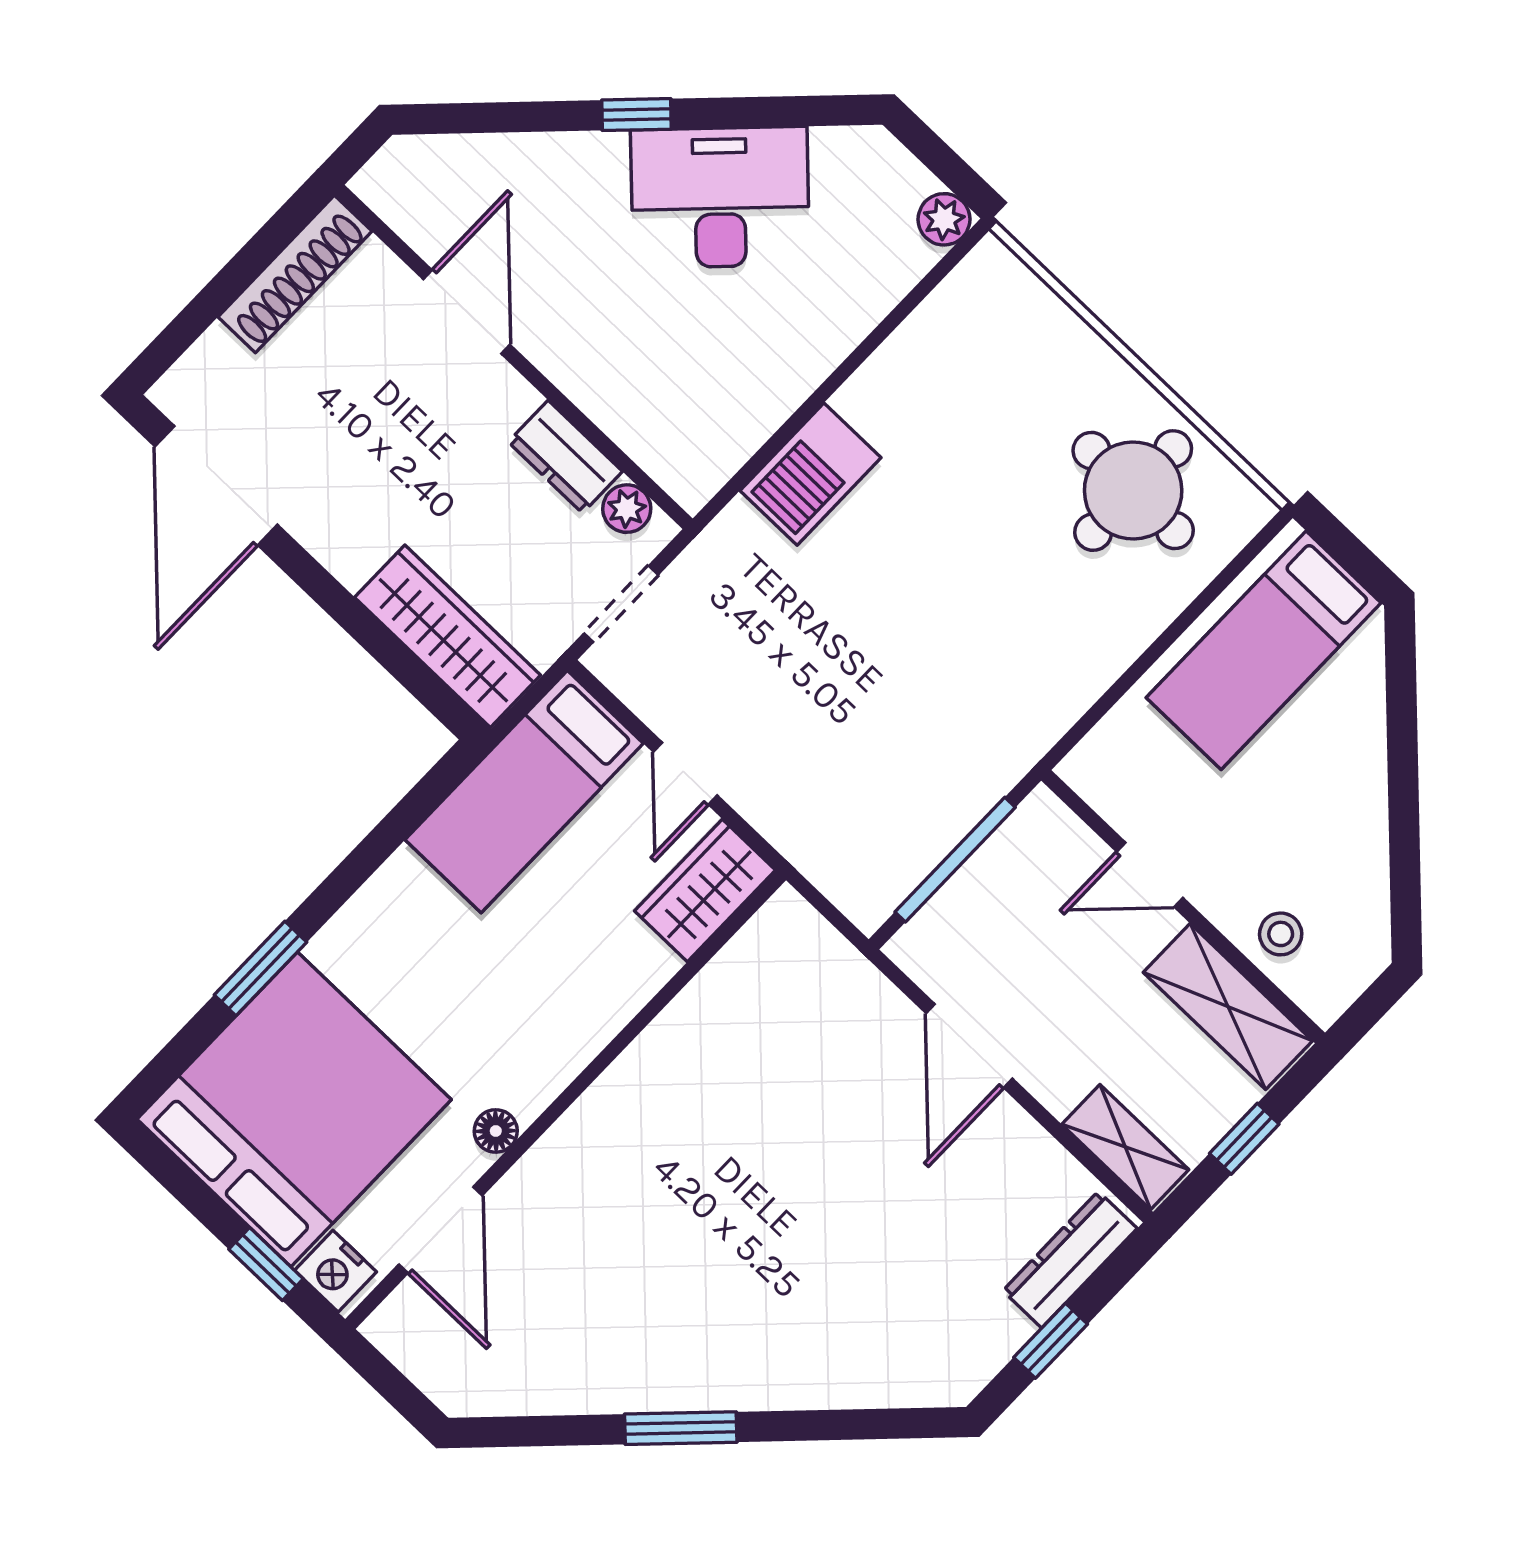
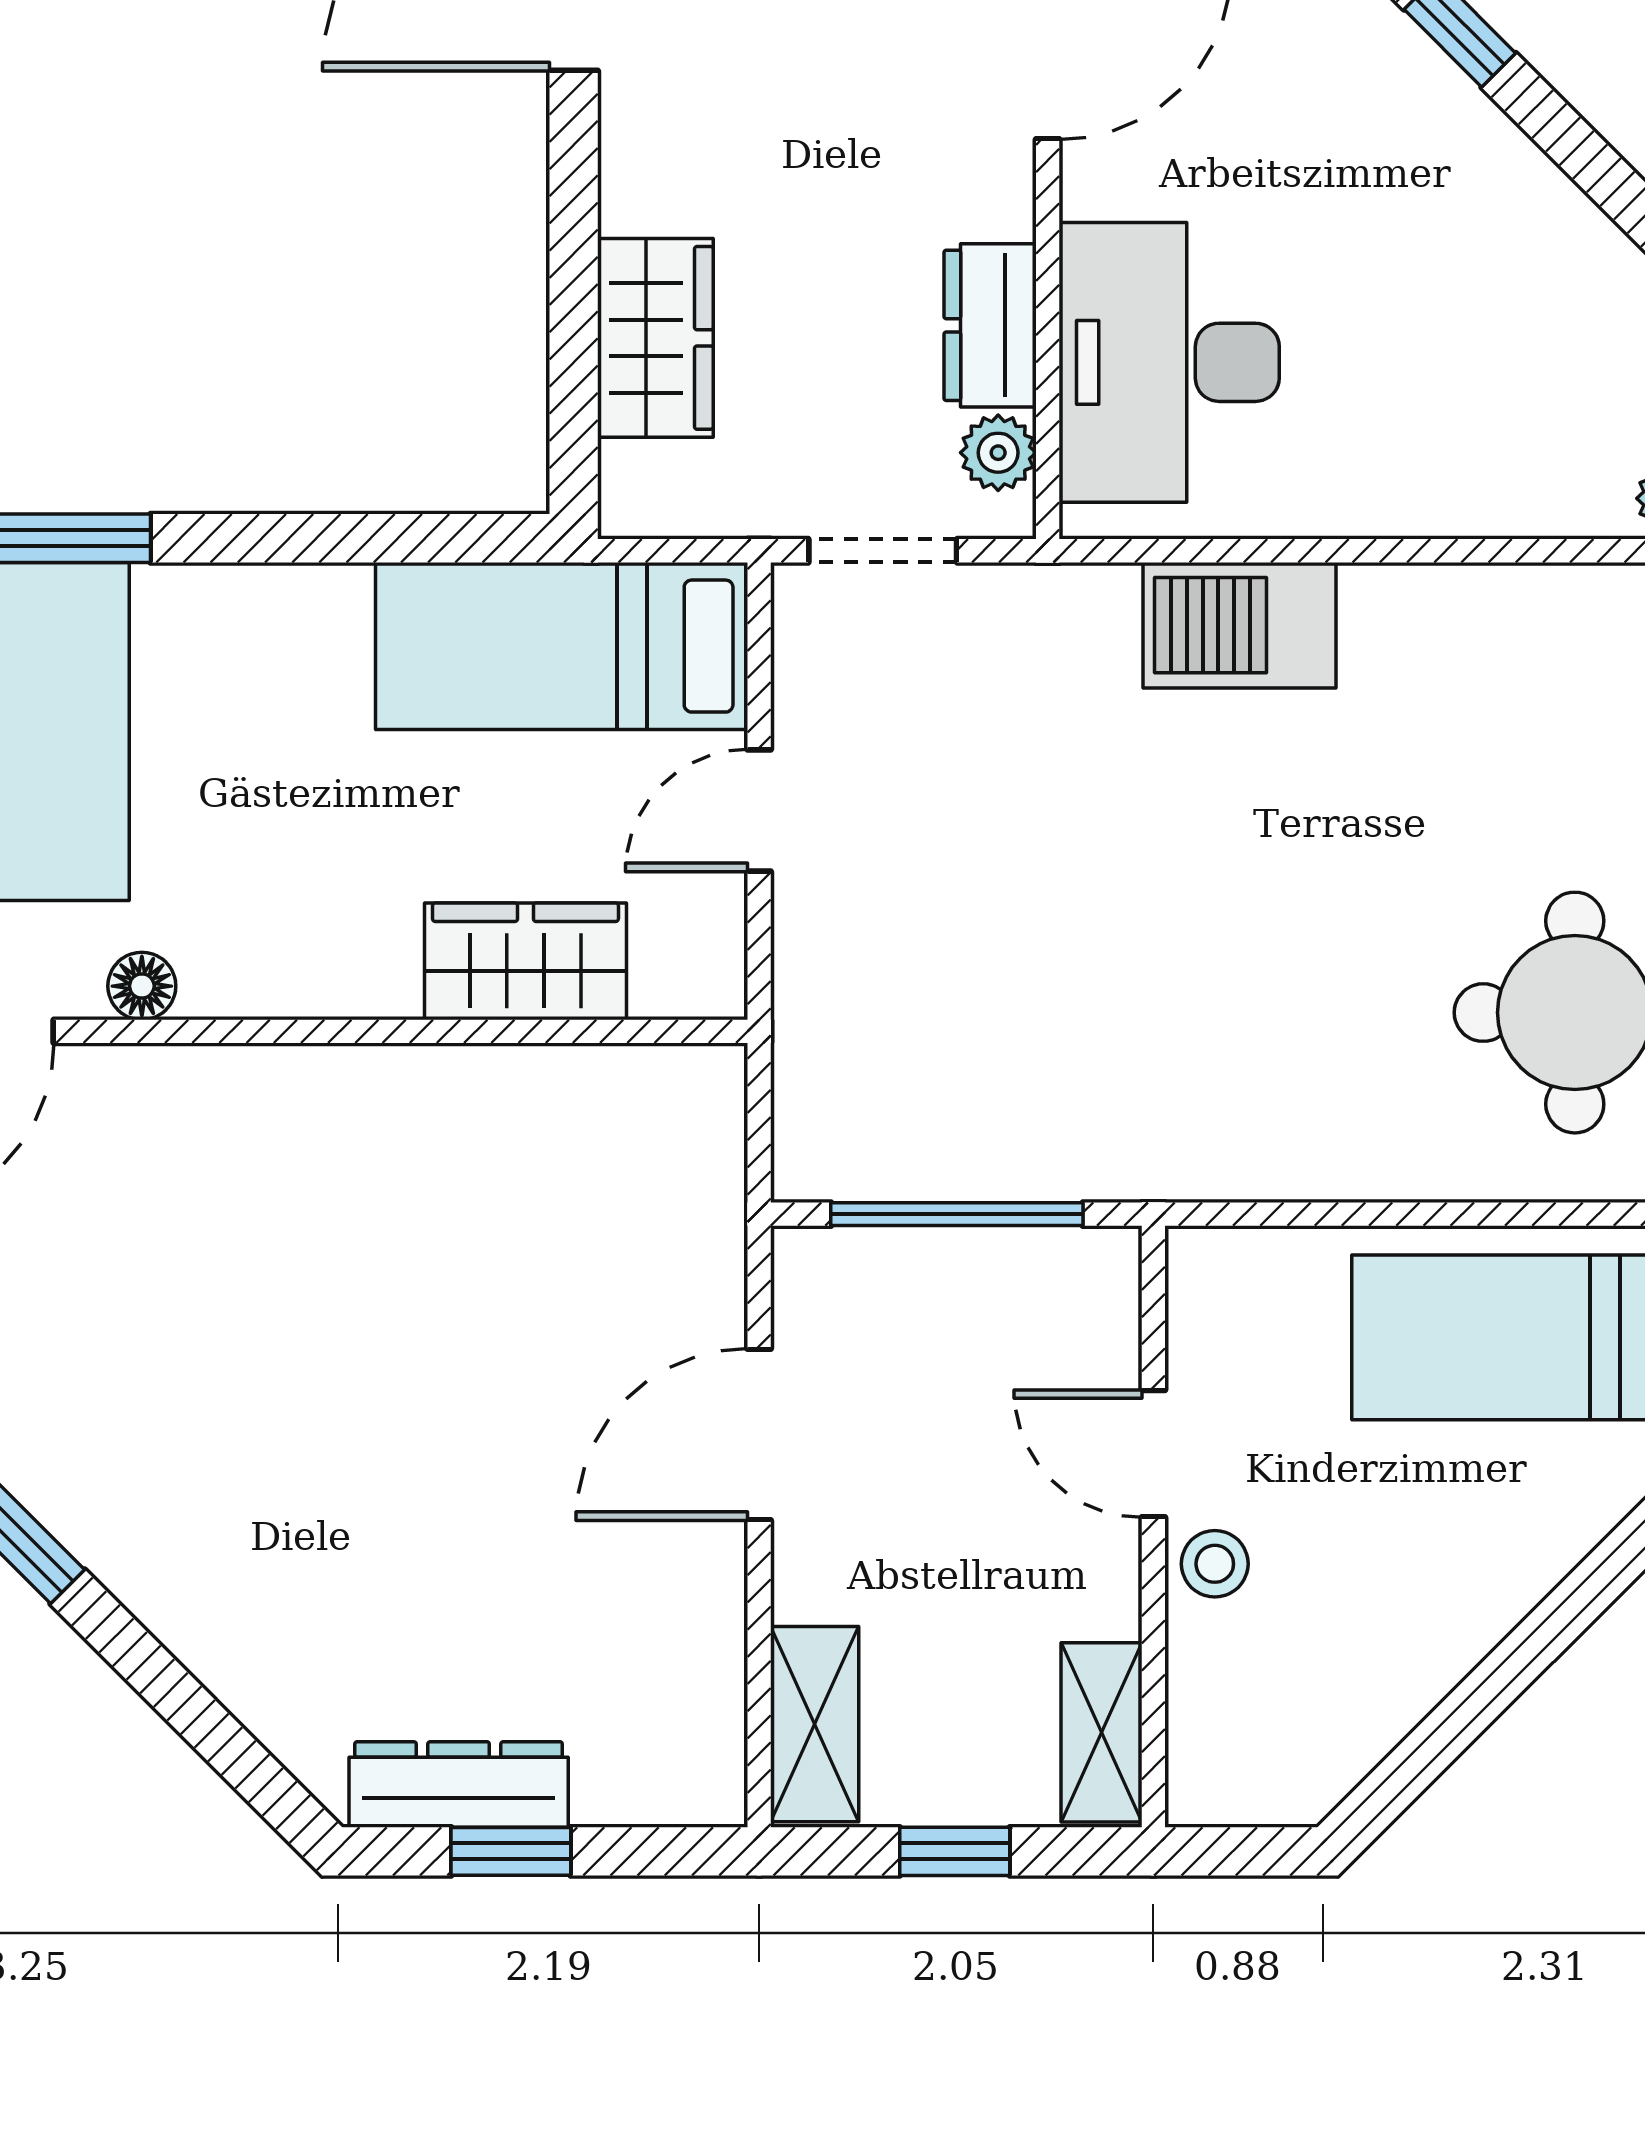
desk: (720, 197) -> (1169, 362), moved, turned -135
wardrobe: (448, 636) -> (655, 338), width x0.67
wardrobe: (705, 890) -> (525, 961), moved
stool: (1281, 934) -> (1215, 1564), moved
shelving: (1228, 1007) -> (1101, 1732), width x0.67, depth x0.75
dresser: (1070, 1260) -> (459, 1785), moved

